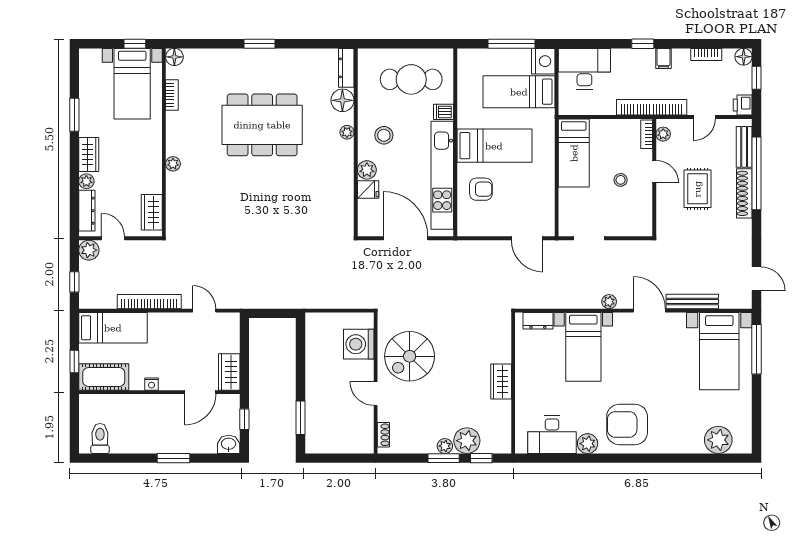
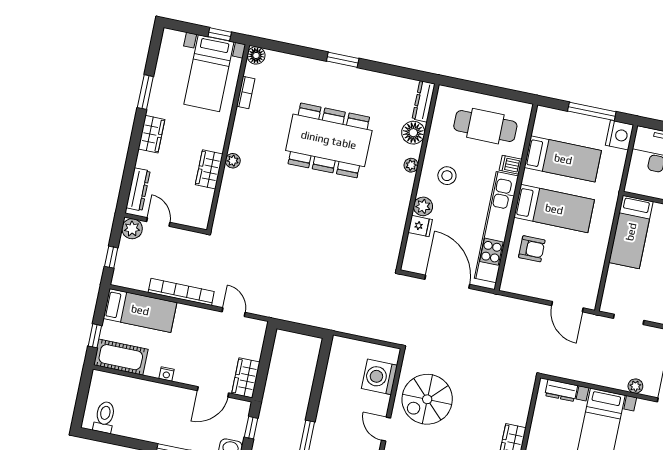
bed: (519, 92) -> (563, 159), moved, turned 180
plant: (86, 181) -> (144, 160), removed
wardrobe: (152, 212) -> (209, 169), moved

